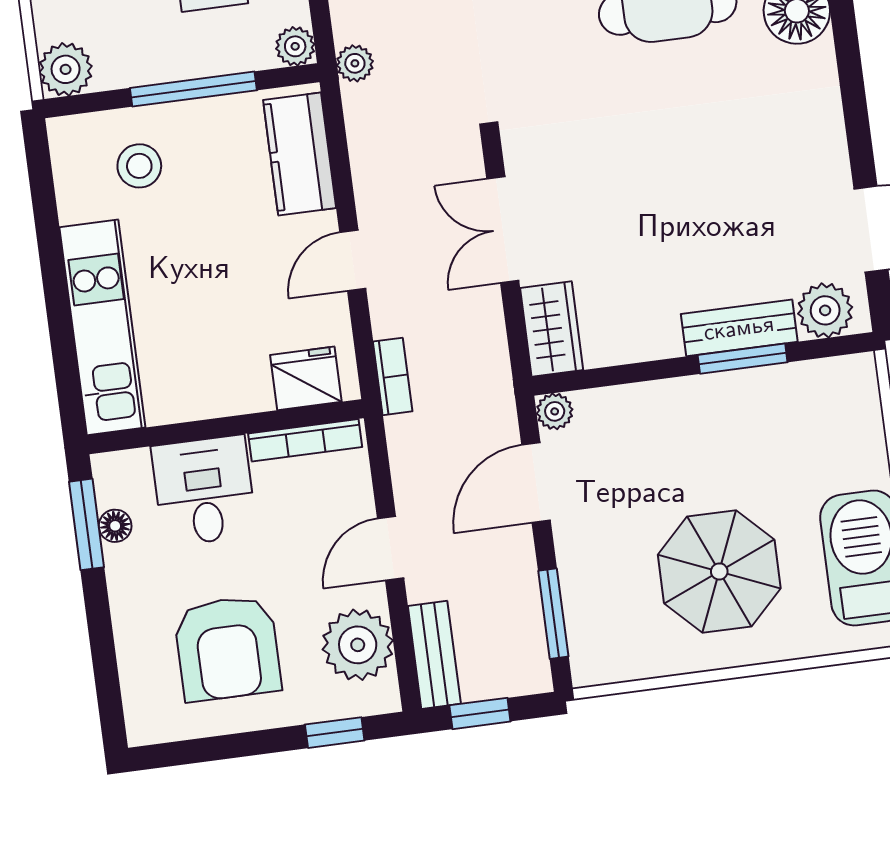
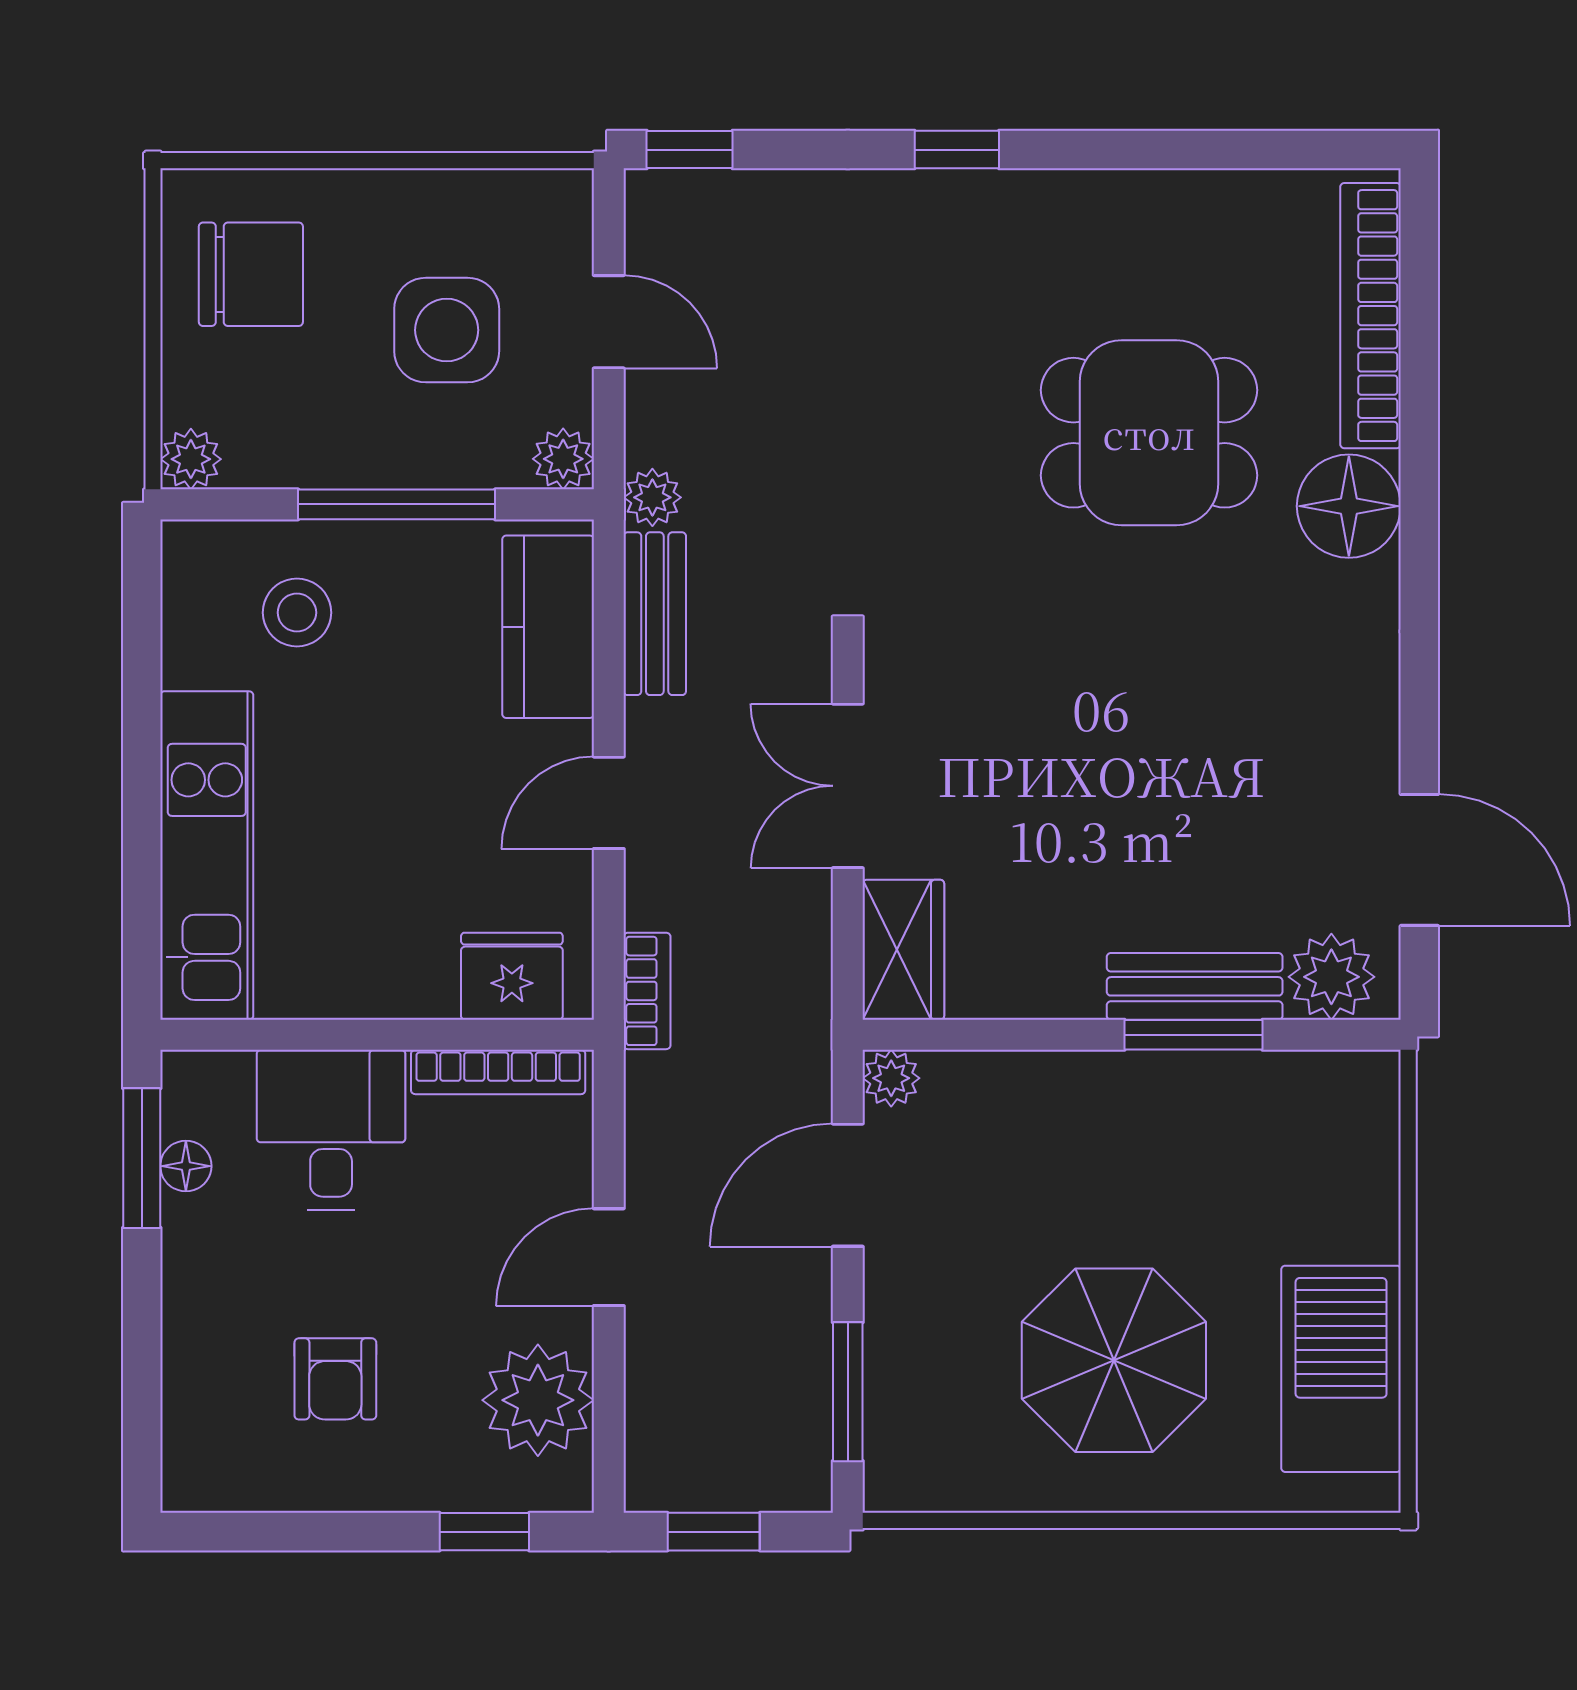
plant: (66, 69) -> (191, 459), width x0.73, depth x0.73
armchair: (228, 648) -> (335, 1379), width x0.53, depth x0.53
bench: (434, 655) -> (655, 614), moved

